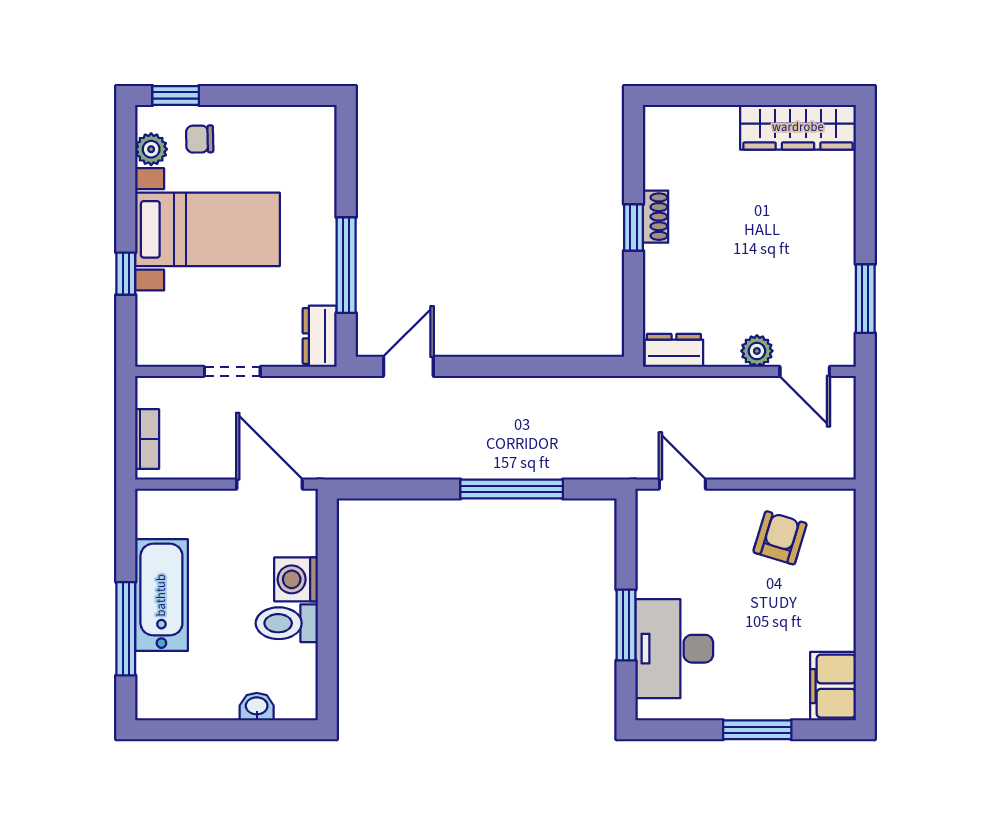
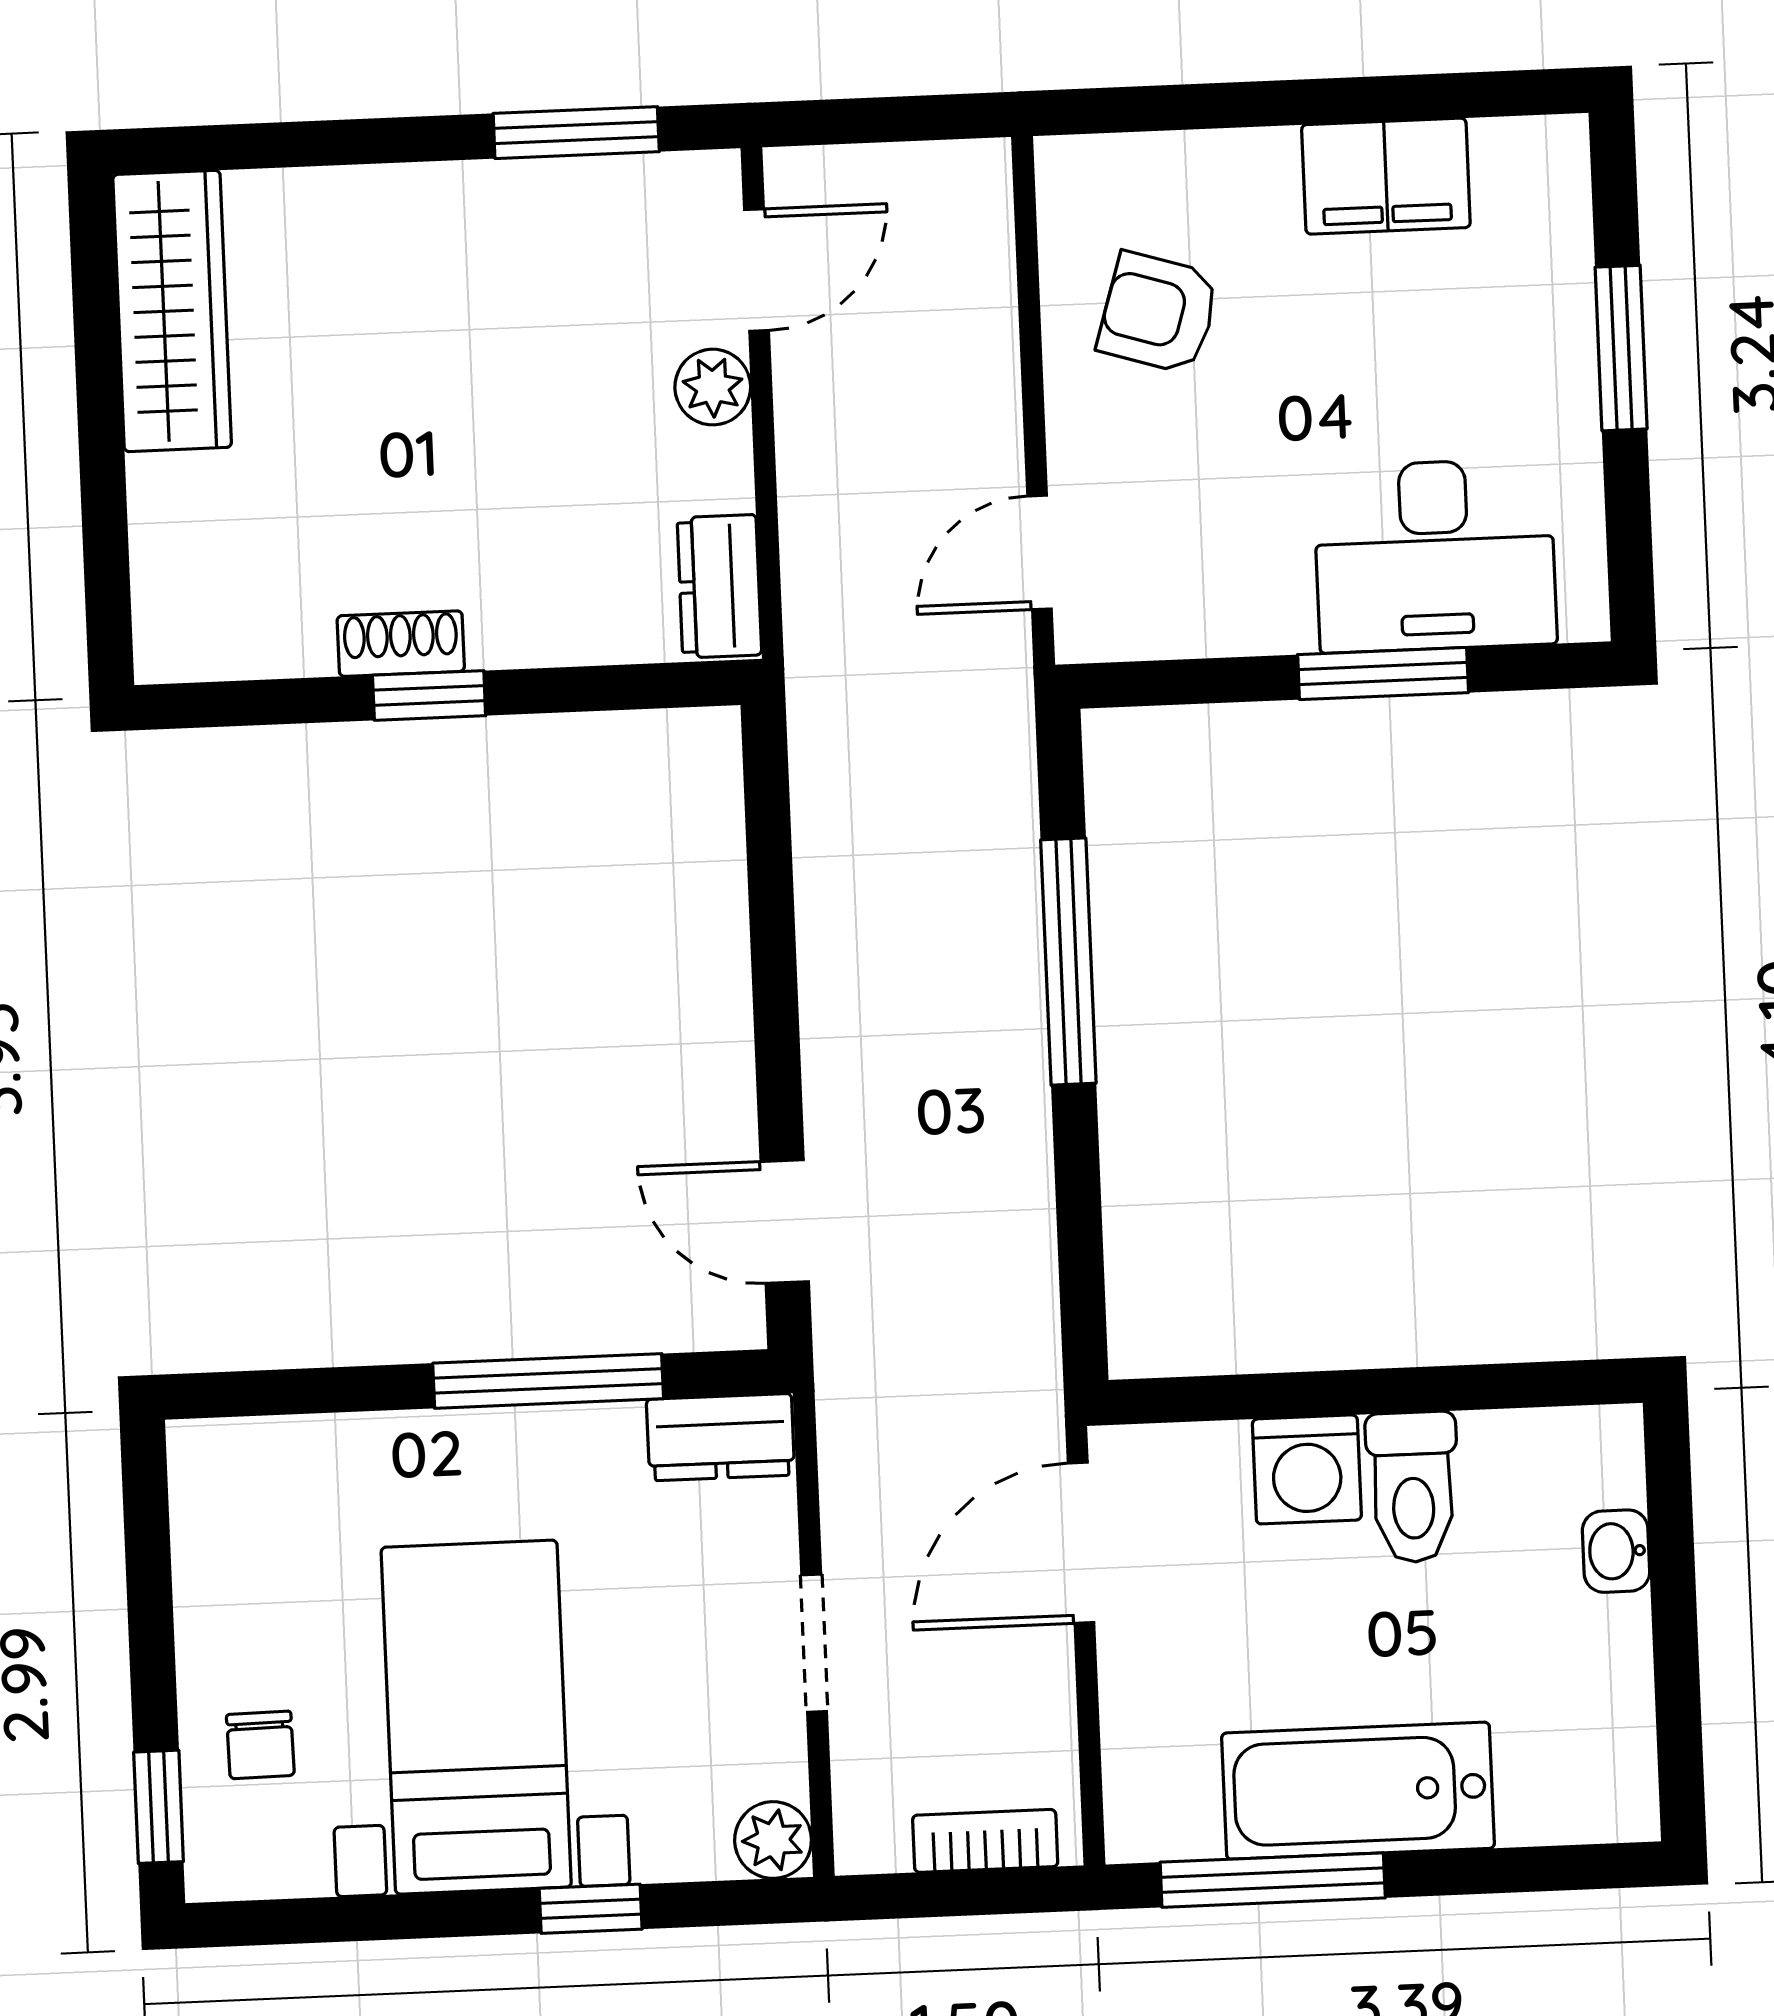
plant: (151, 149) -> (773, 1840), moved
window: (126, 629) -> (1273, 1880), moved
filing cabinet: (833, 686) -> (1386, 176), moved

